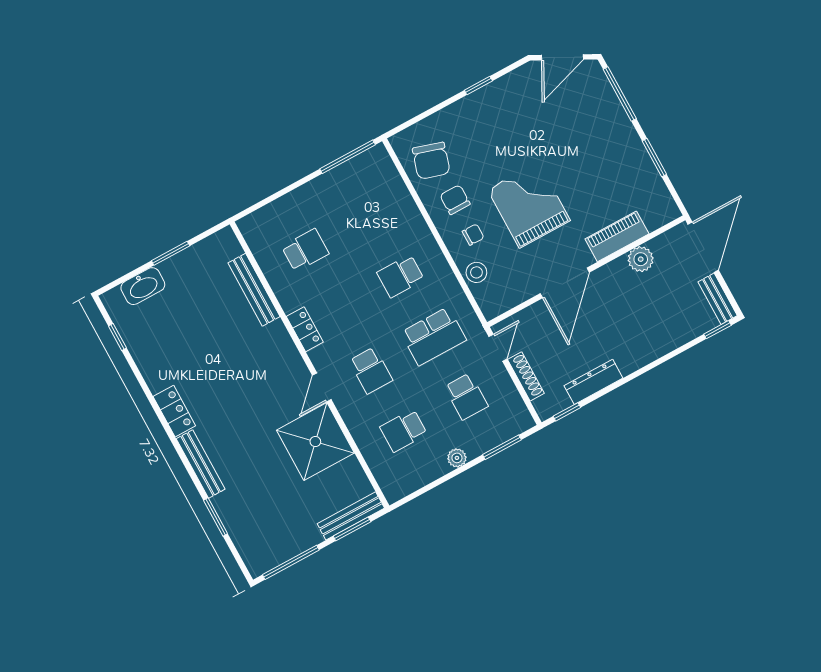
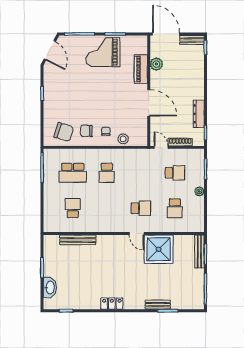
grand piano: (529, 205) -> (103, 52), moved
locker: (305, 329) -> (107, 227), removed
school desk: (433, 336) -> (73, 173), moved, turned 90
bench: (201, 464) -> (158, 305), moved, width x0.73

